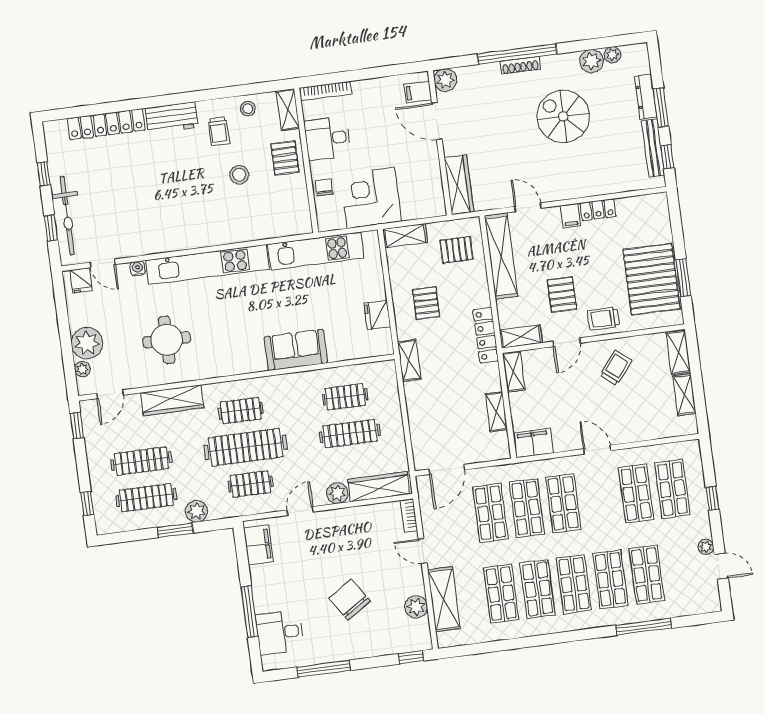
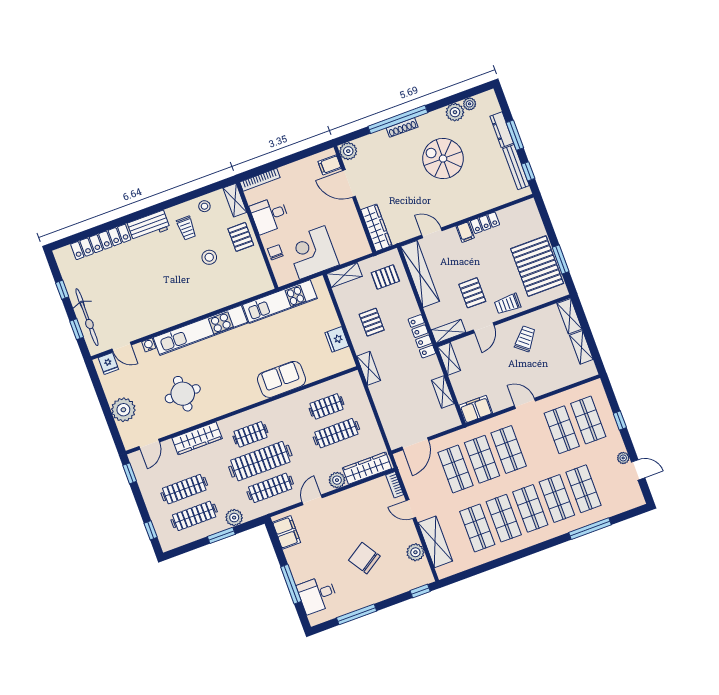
plant: (82, 369) -> (124, 430), removed
clothes rail: (250, 484) -> (270, 488), width x1.36

